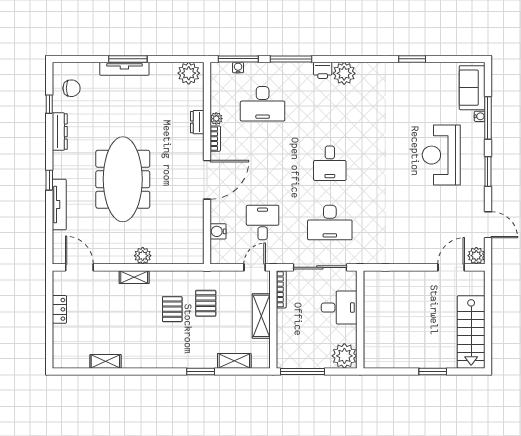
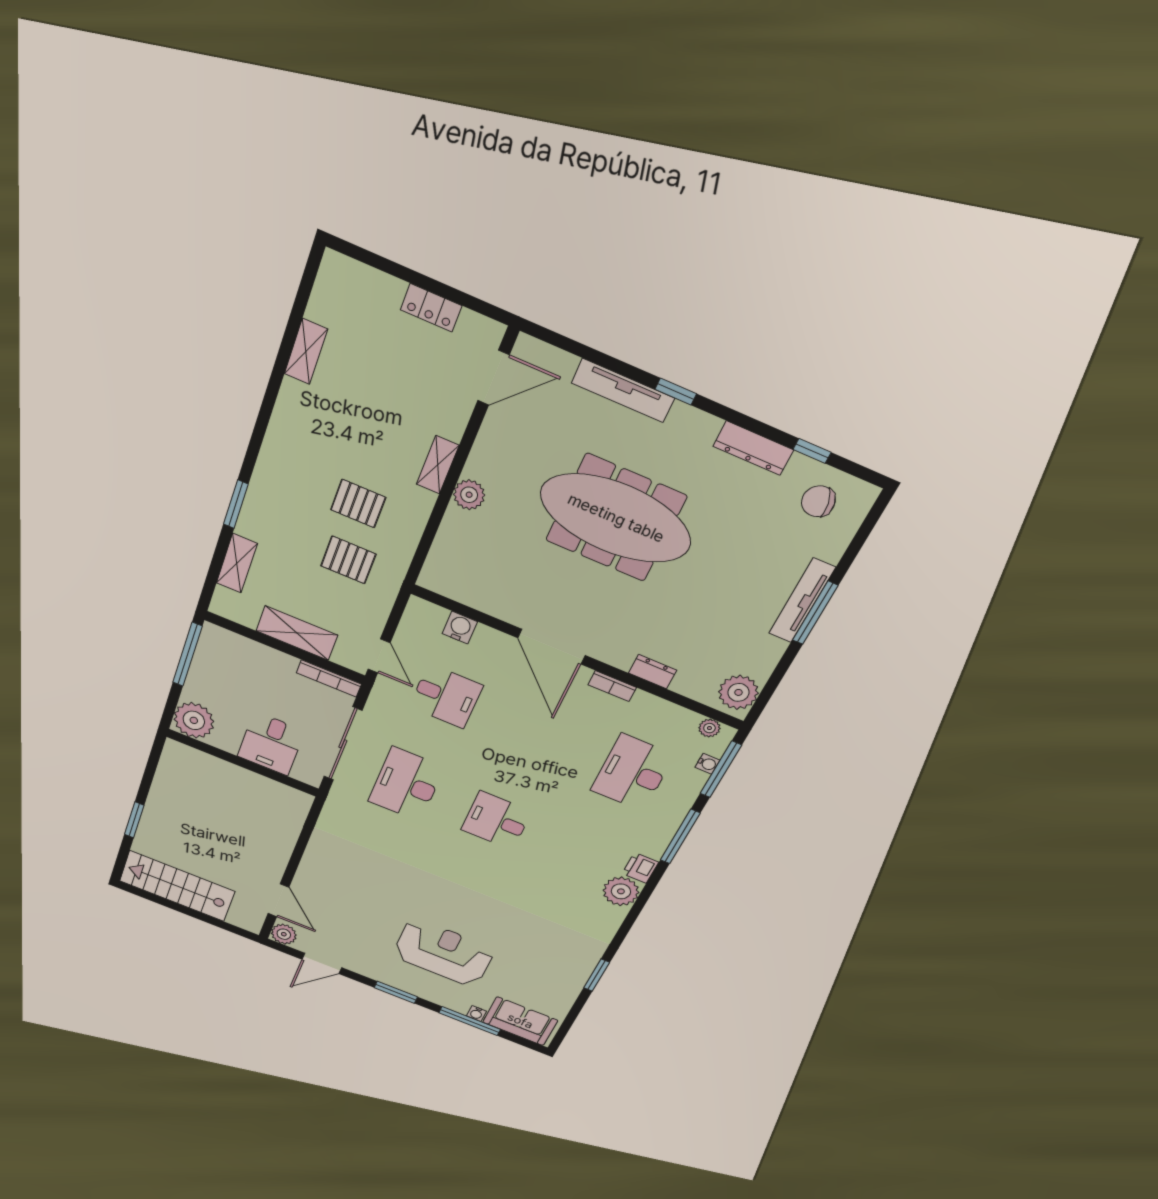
chair: (72, 88) -> (818, 501), turned 77
plant: (216, 119) -> (709, 728), moved

